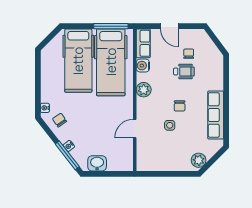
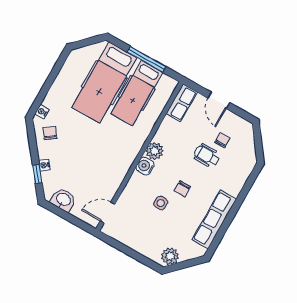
window: (111, 26) -> (147, 59), moved
hospital bed: (111, 62) -> (137, 93), width x0.73, depth x0.78
water cooler: (143, 66) -> (145, 166), moved
wheelchair: (184, 71) -> (207, 156), turned 180
door: (135, 129) -> (107, 213), moved
window: (67, 155) -> (37, 174), width x0.46

